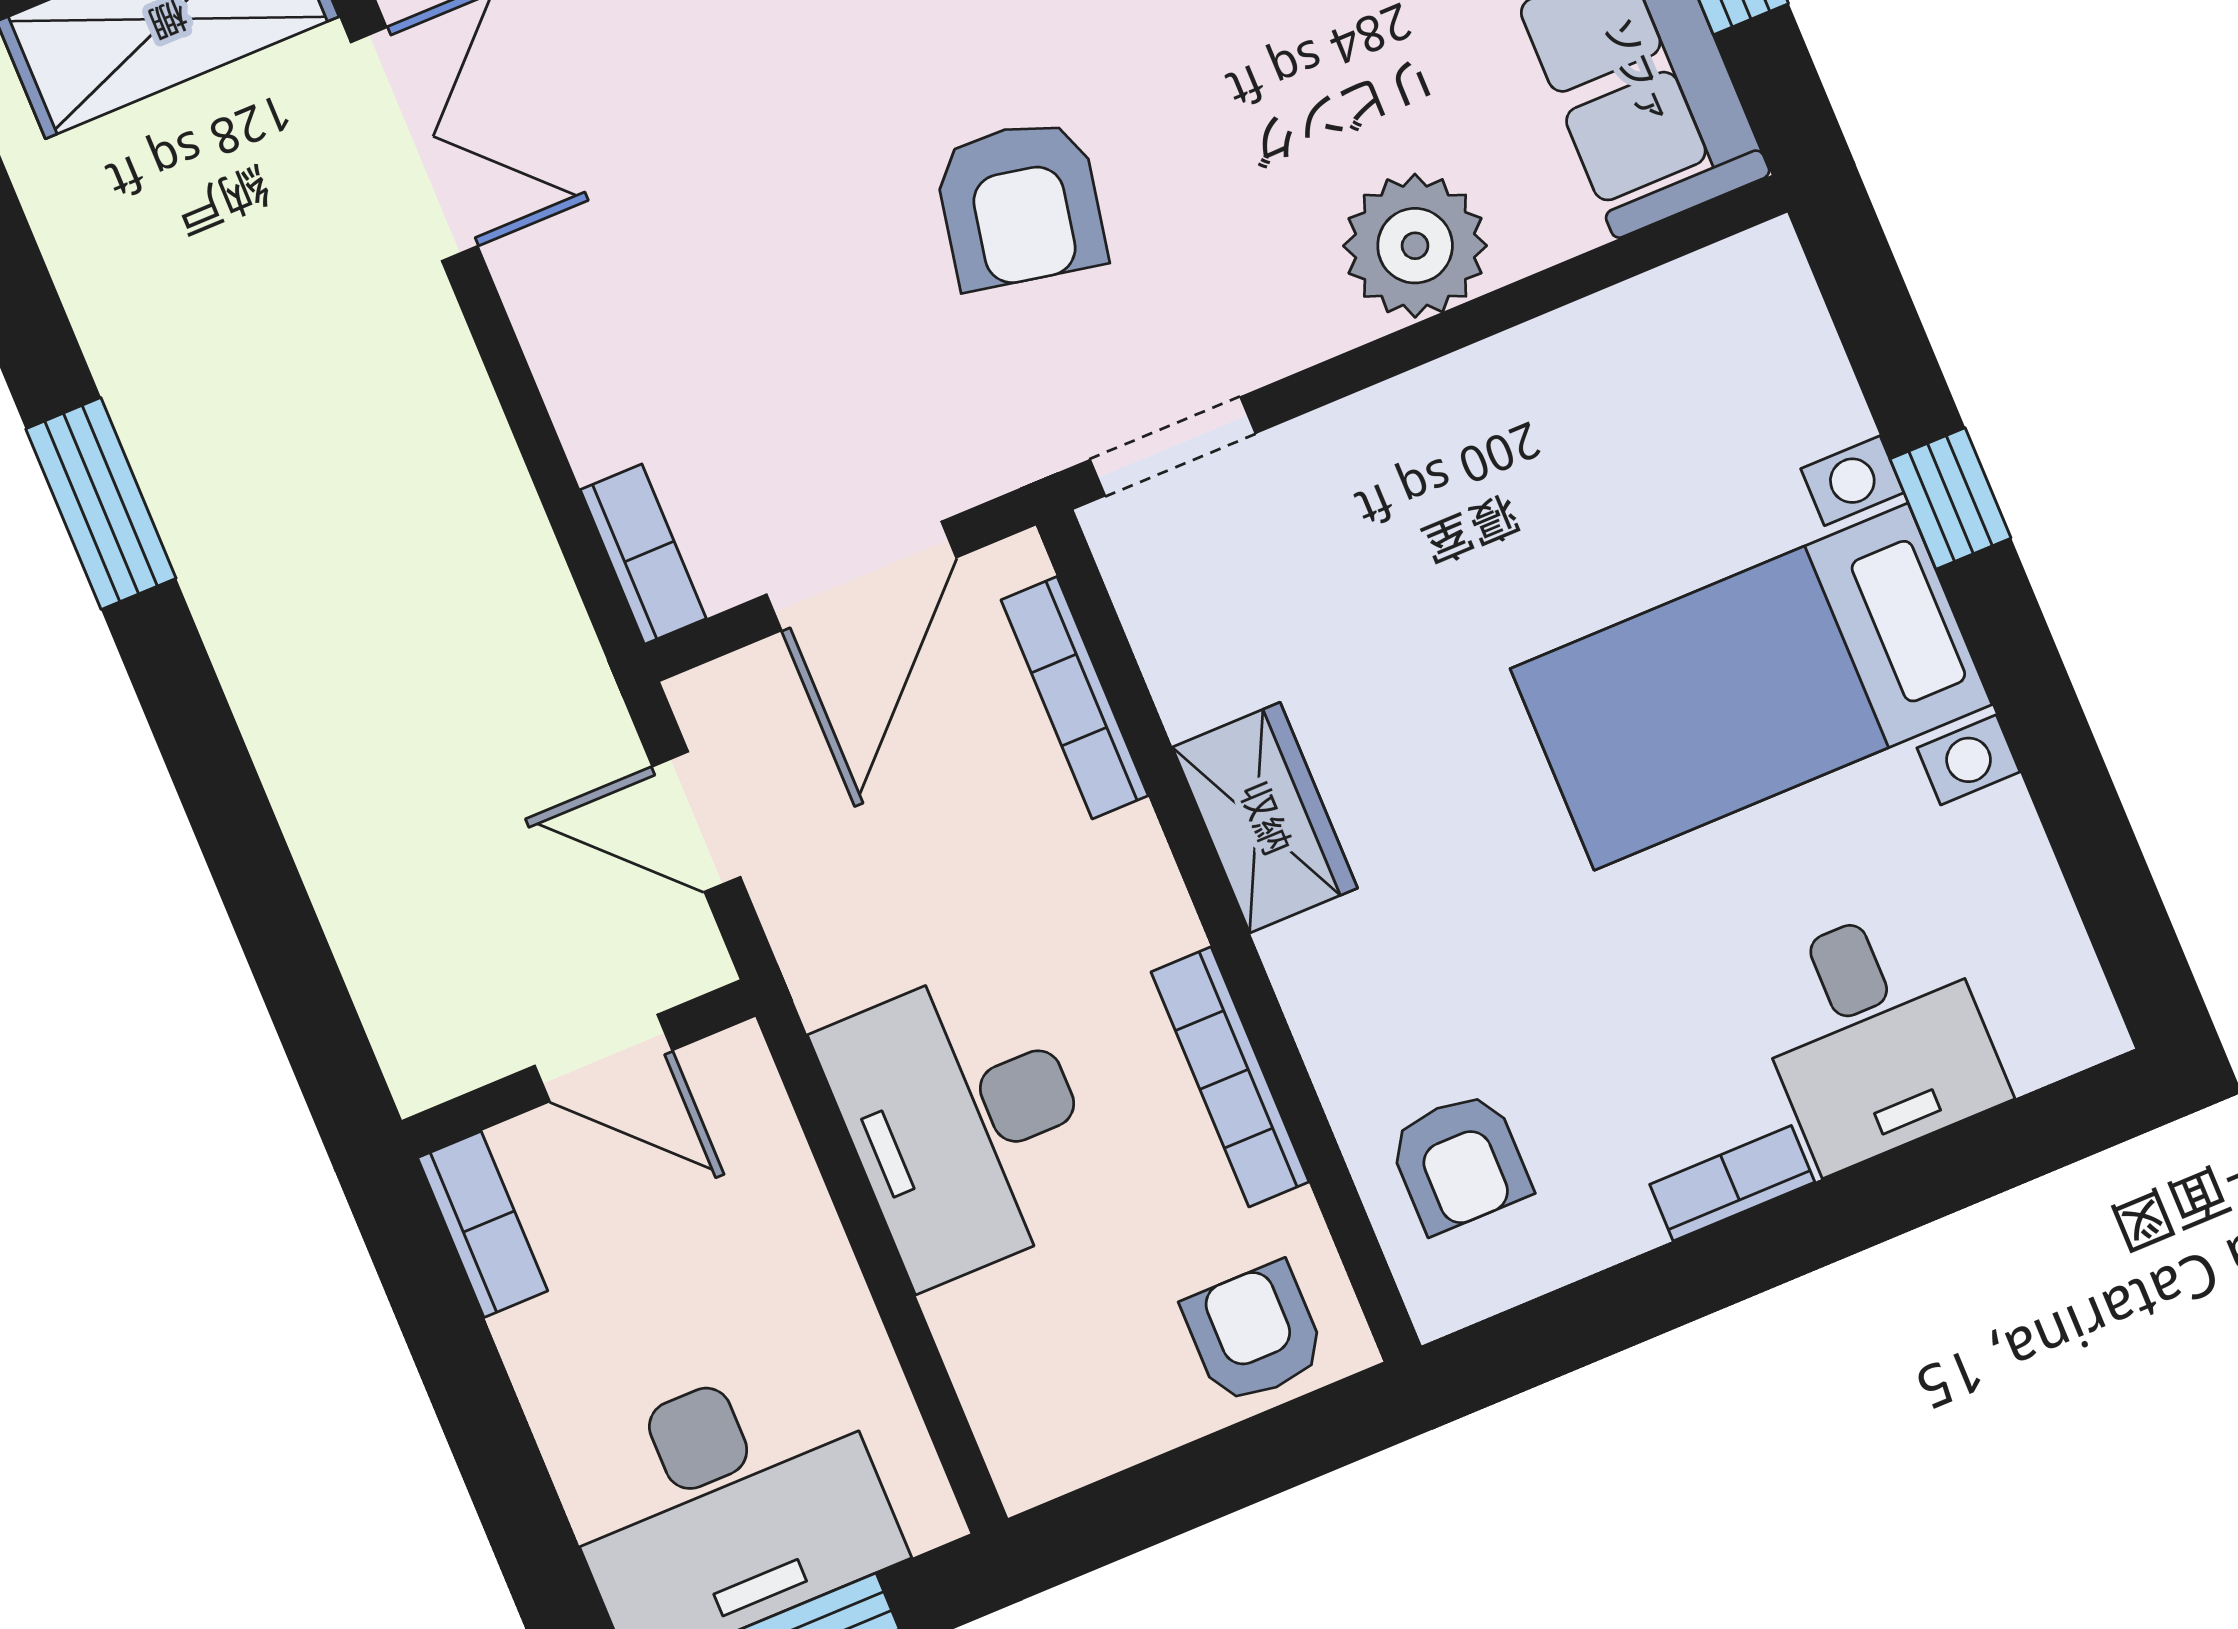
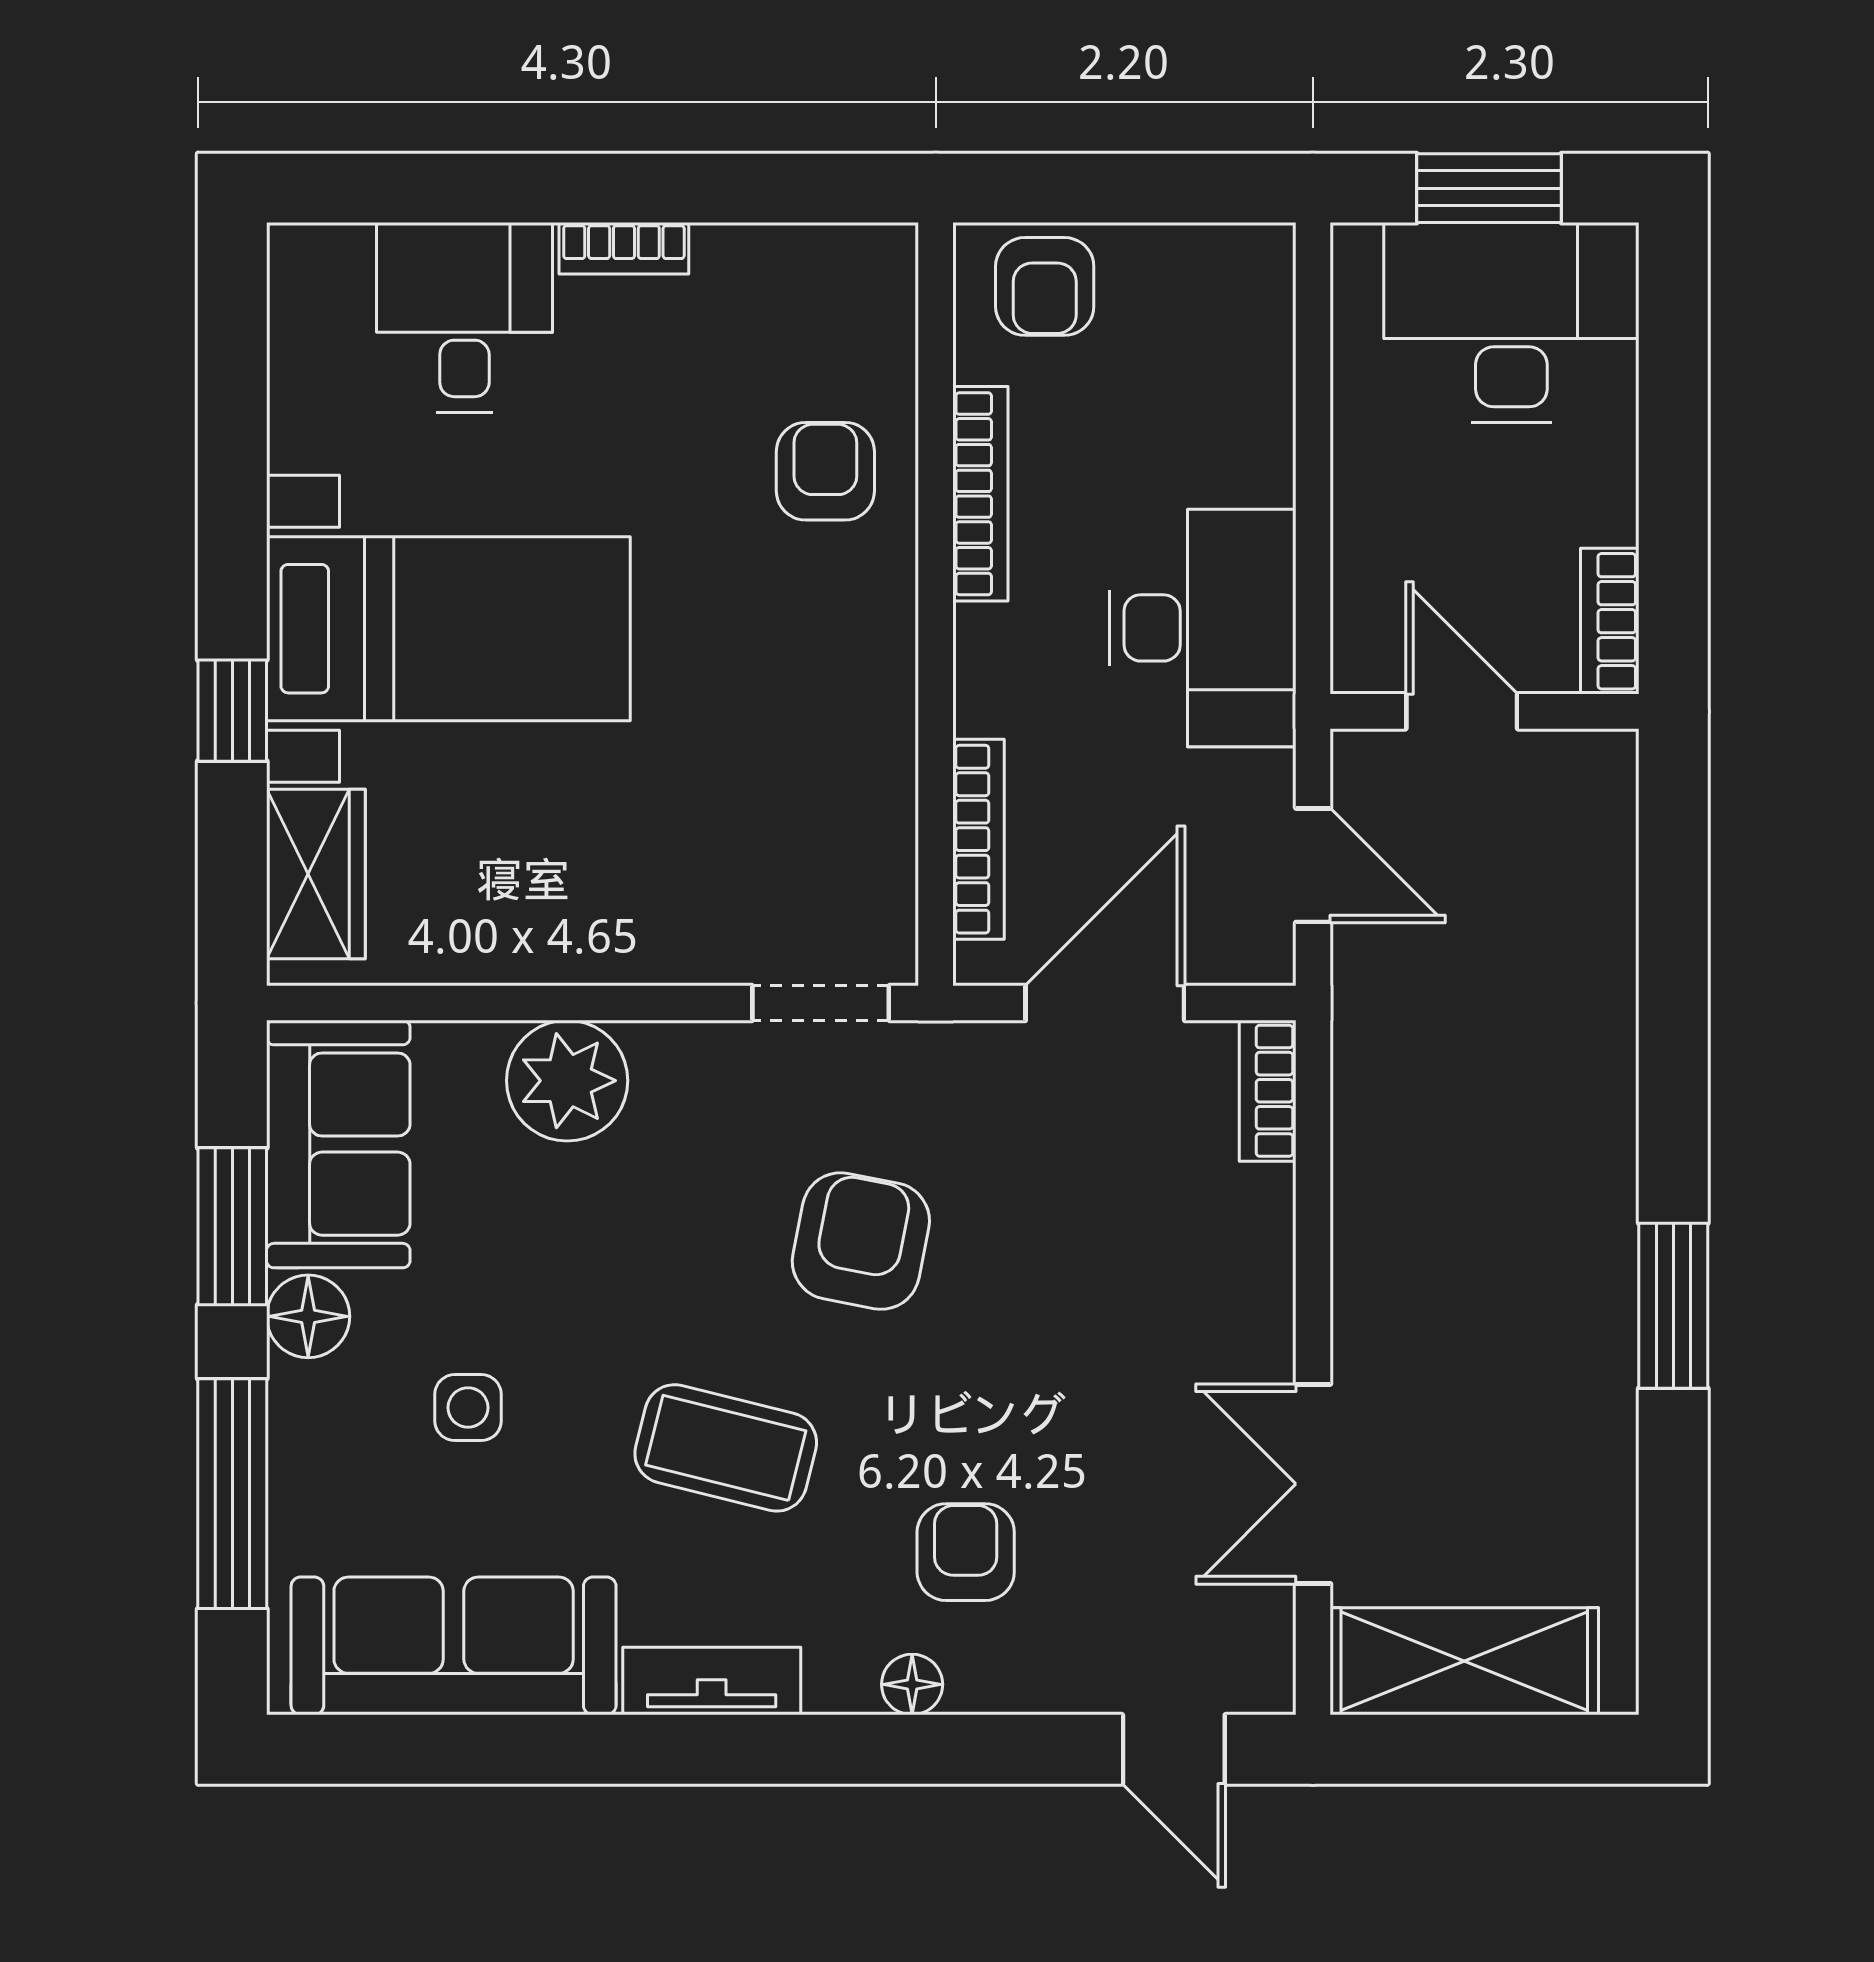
wardrobe: (1265, 818) -> (316, 874), moved, turned 180
desk: (964, 1122) -> (1203, 628), moved
armchair: (1459, 1162) -> (825, 471), moved

